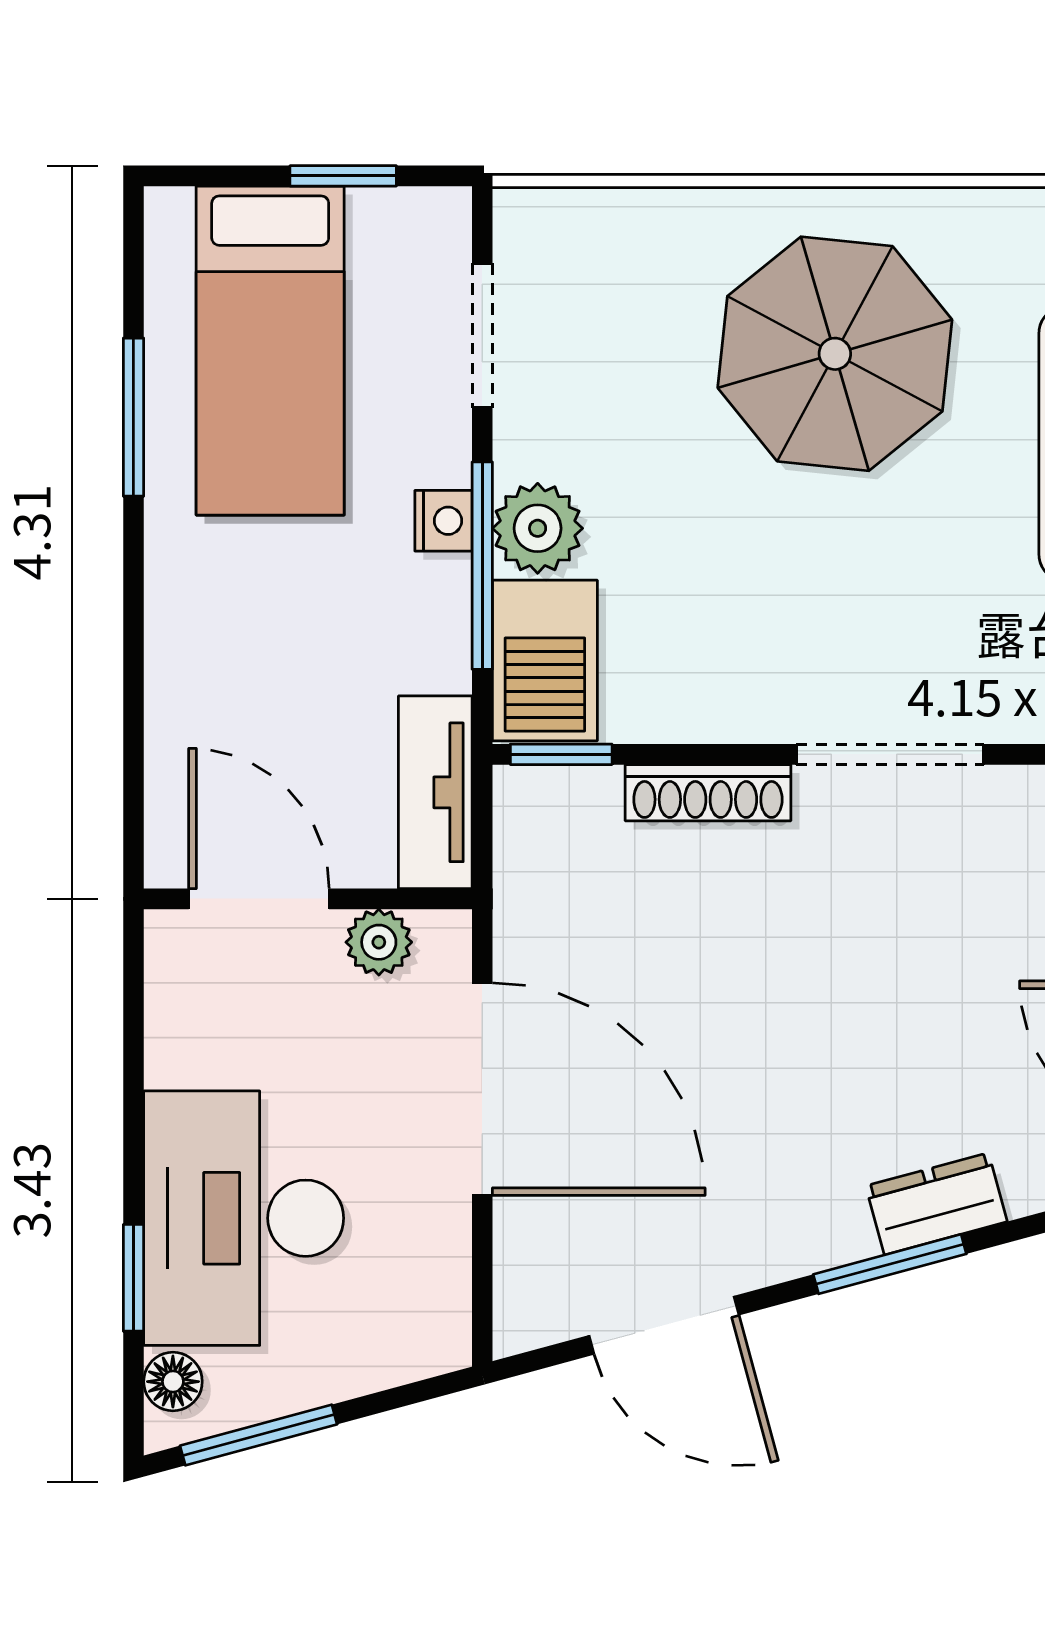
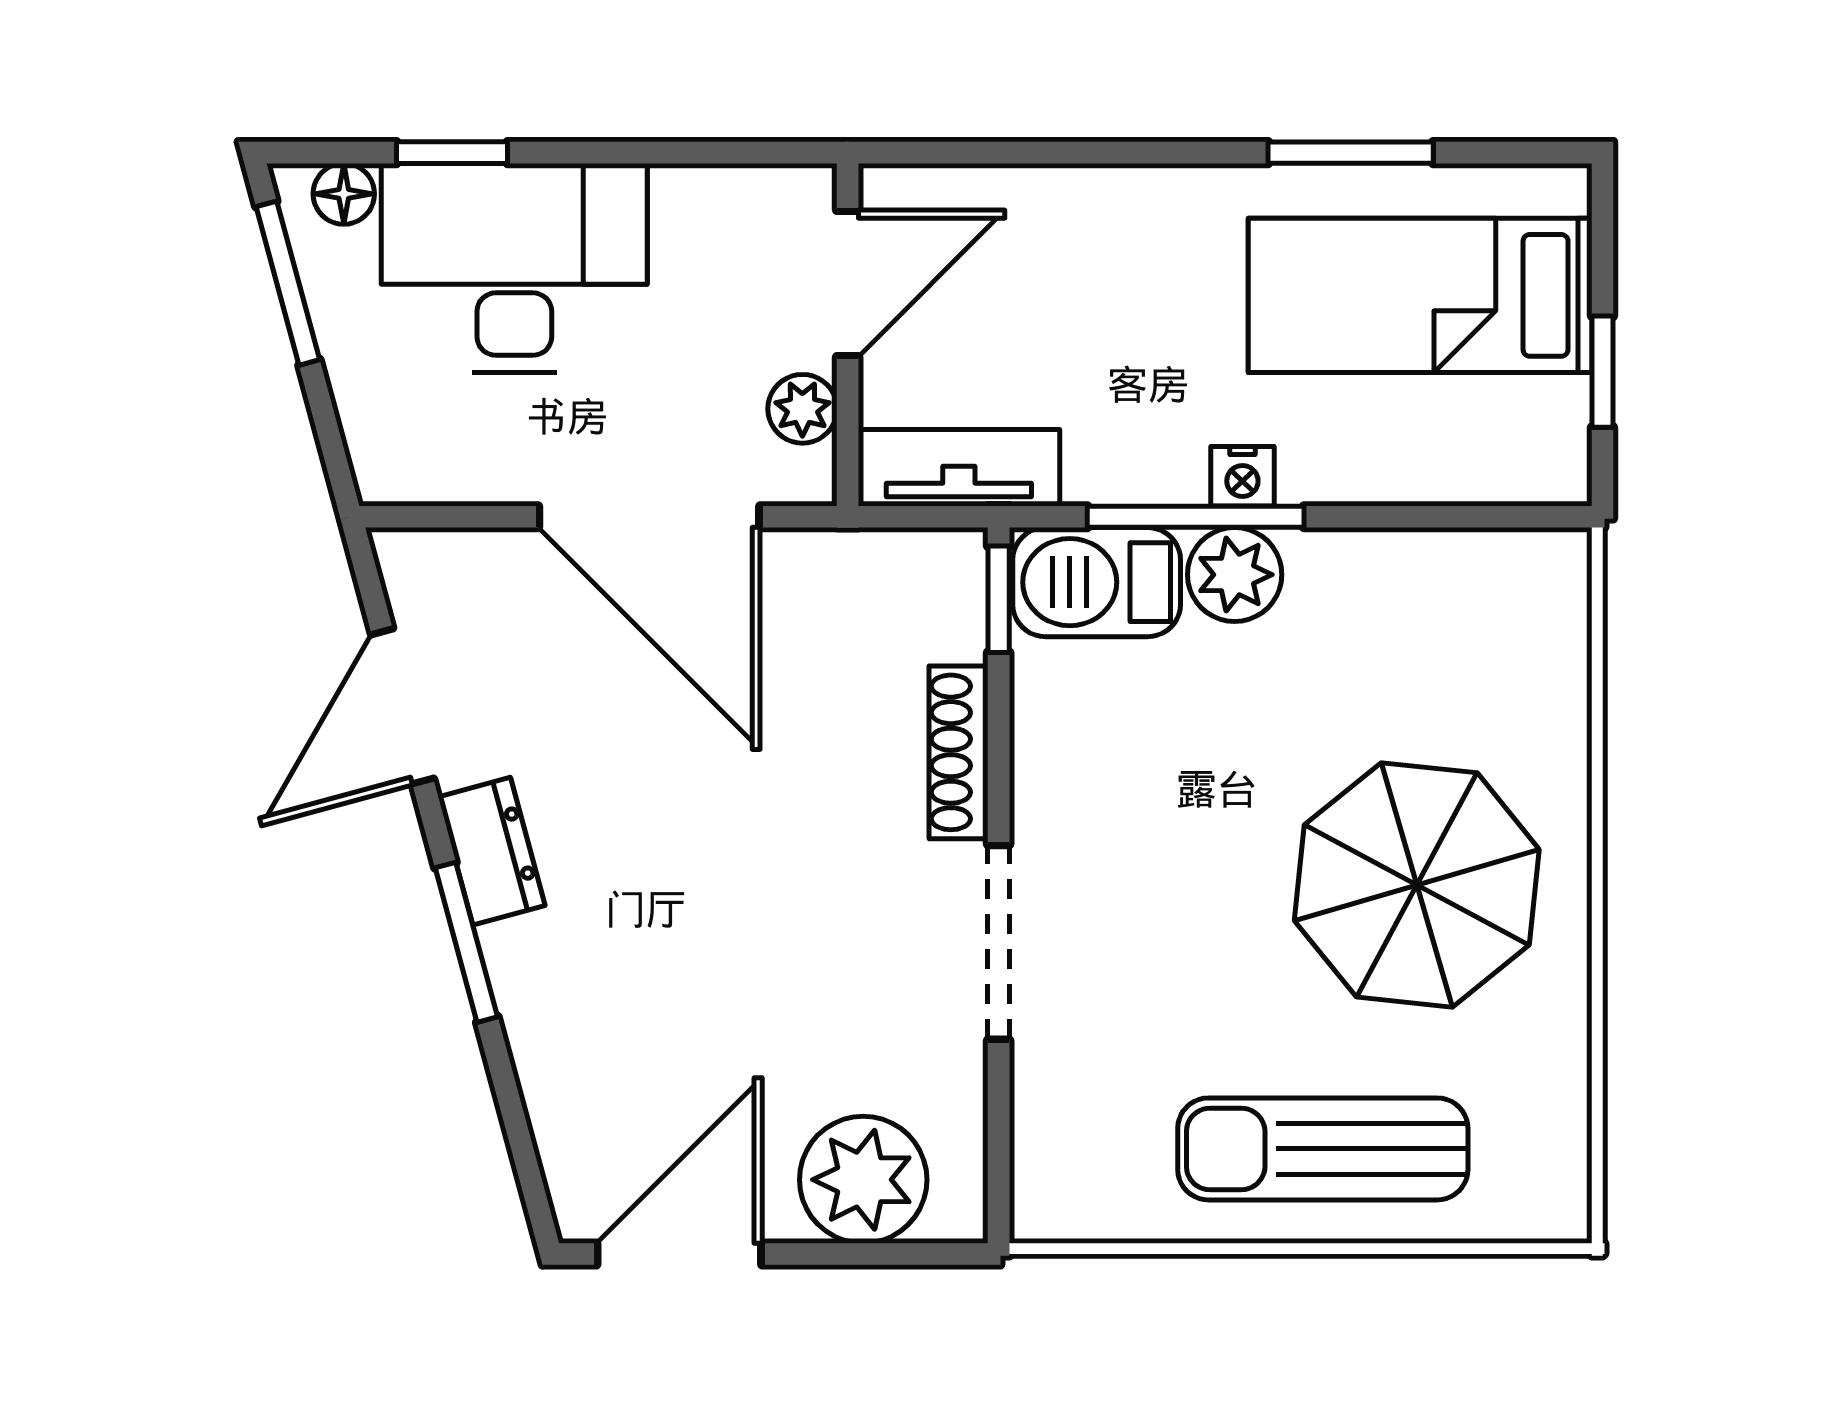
doorway: (482, 335) -> (1436, 517), removed
door: (482, 1089) -> (649, 517), hinge flipped
dresser: (936, 1204) -> (492, 851), moved

